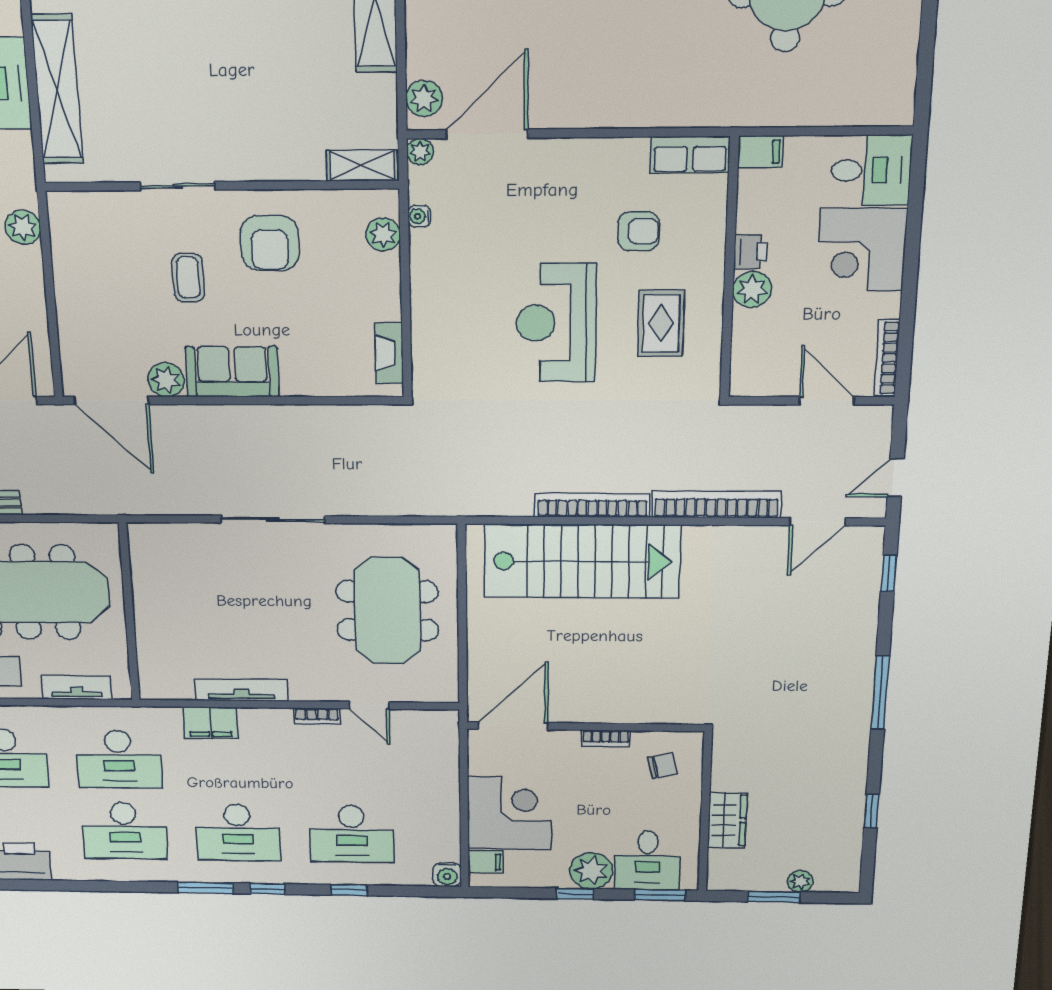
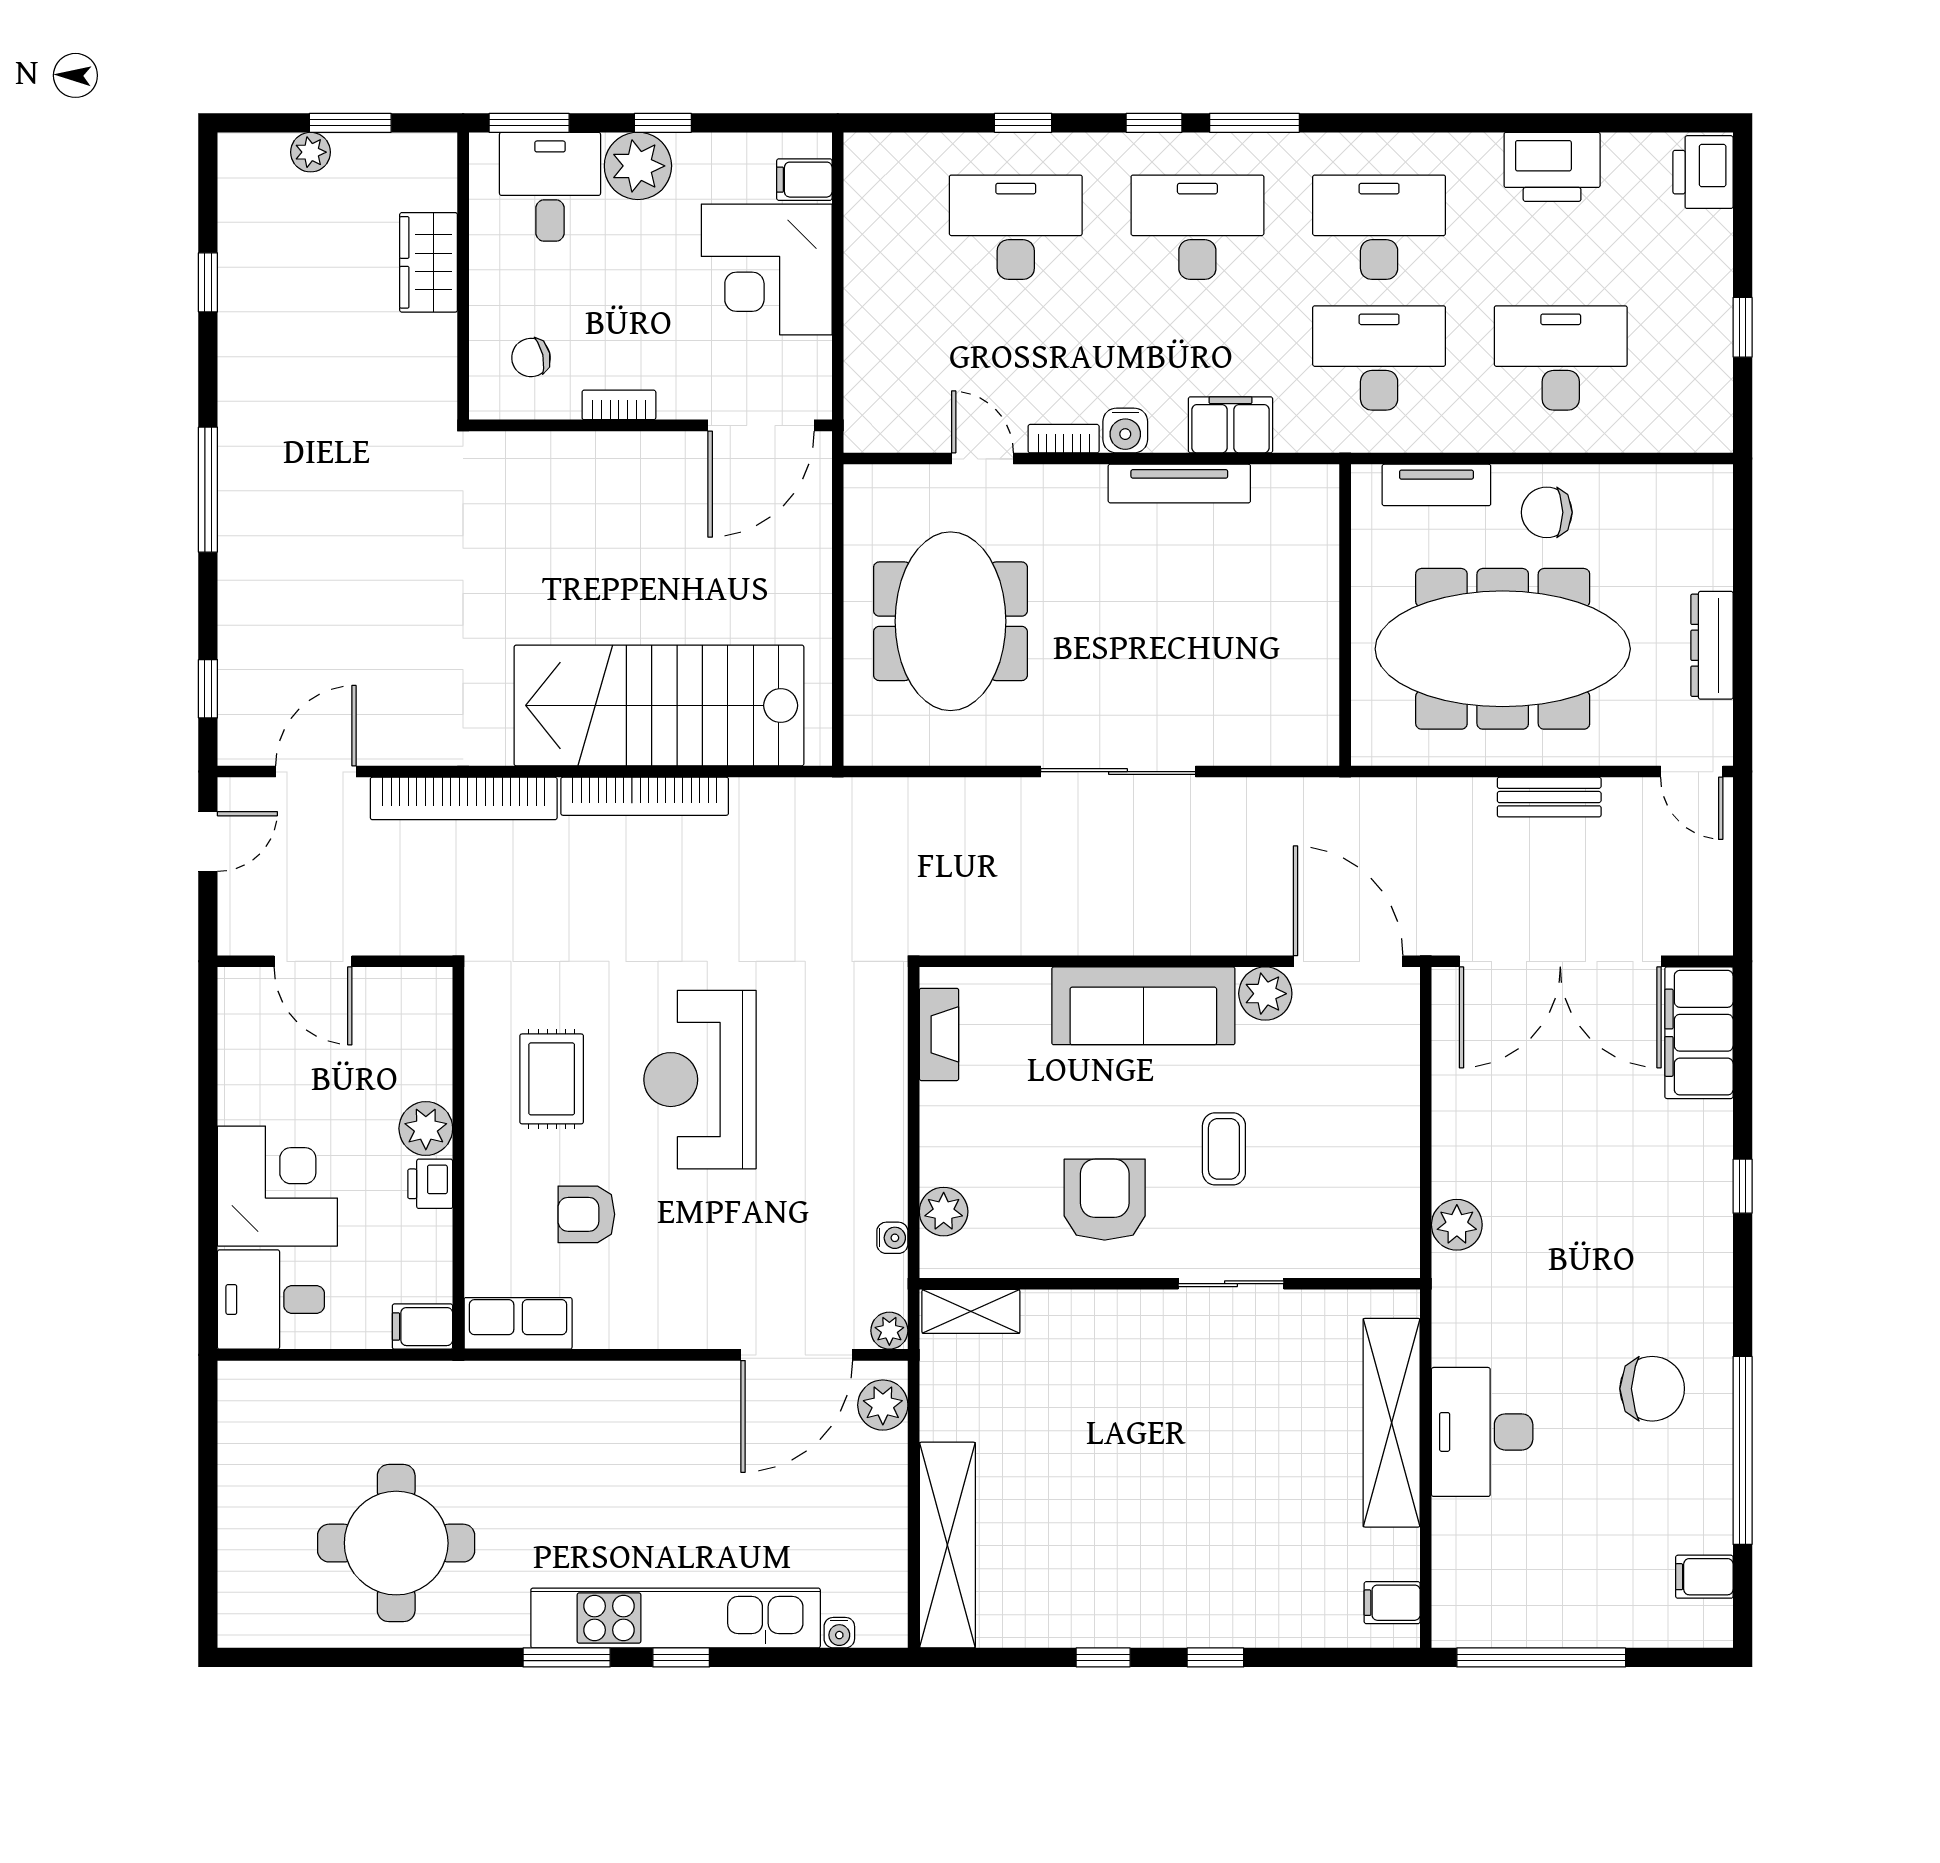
reception desk: (556, 323) -> (700, 1080), turned 180
bookcase: (887, 358) -> (232, 1026), removed
sofa: (232, 372) -> (1143, 1006), width x1.36
water cooler: (447, 875) -> (1125, 430), moved, turned 180

